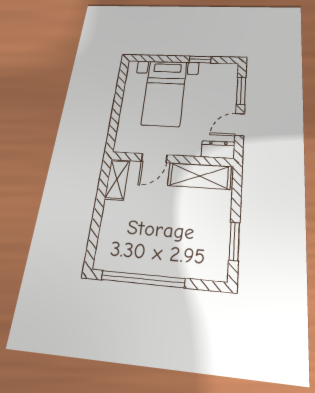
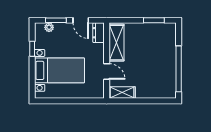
plant: (231, 82) -> (49, 27), added

